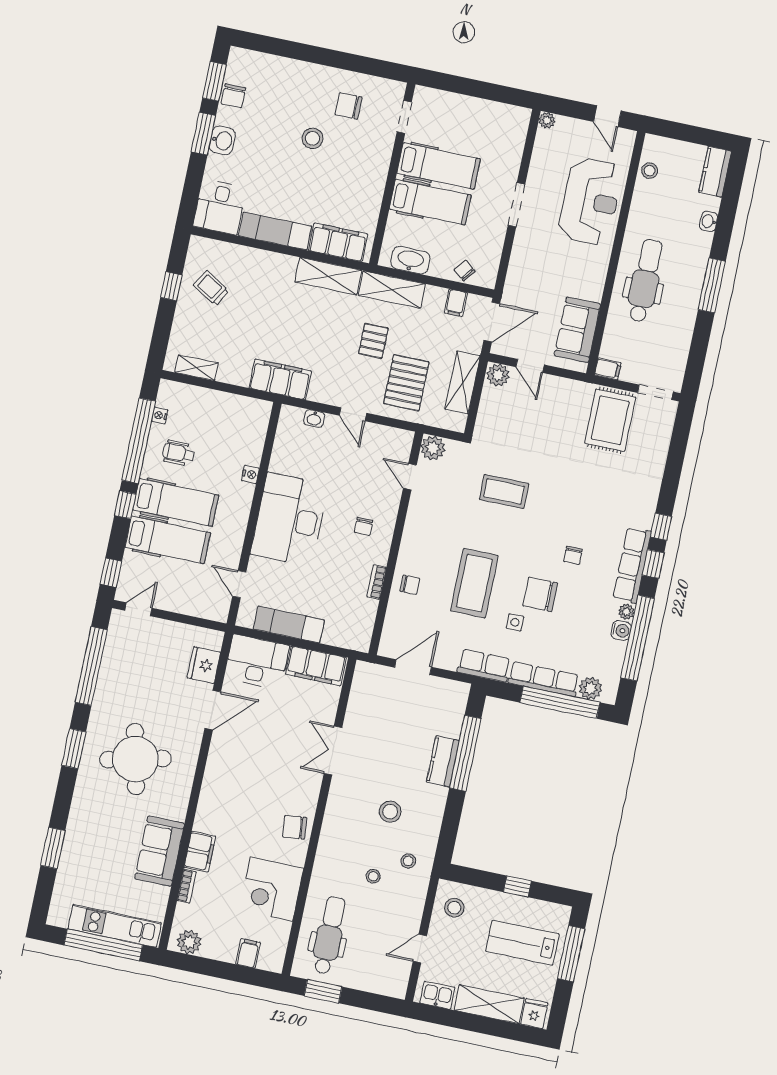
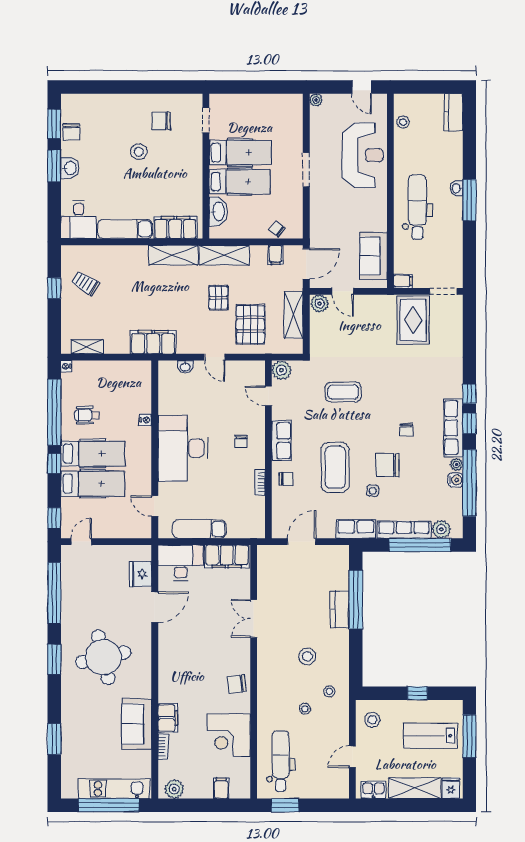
washbasin: (709, 221) -> (457, 188), moved
washbasin: (410, 260) -> (218, 211), moved, turned 90
nightstand: (160, 415) -> (66, 366), moved
row of seats: (414, 536) -> (281, 441), added

